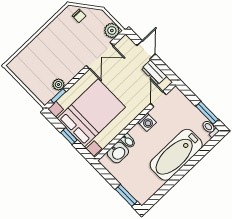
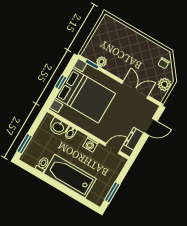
plant: (112, 30) -> (164, 84), moved
double door: (100, 56) -> (135, 90), swing flipped
toilet: (210, 128) -> (42, 165), moved

